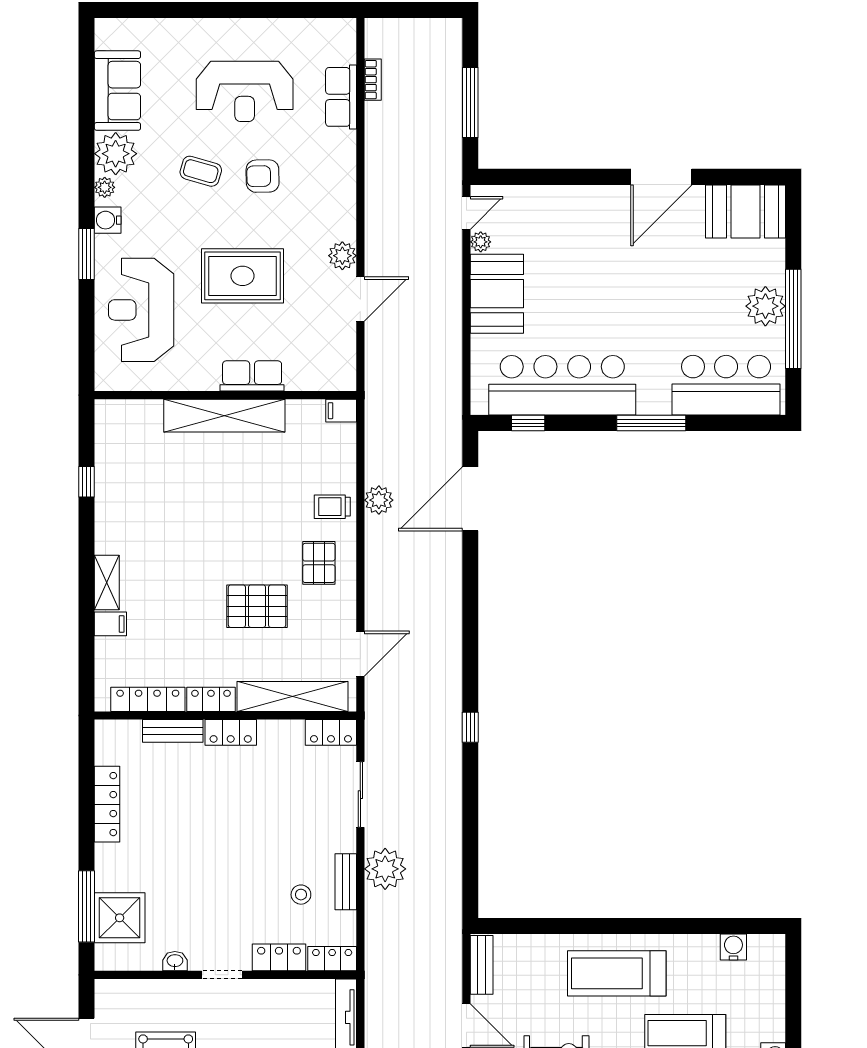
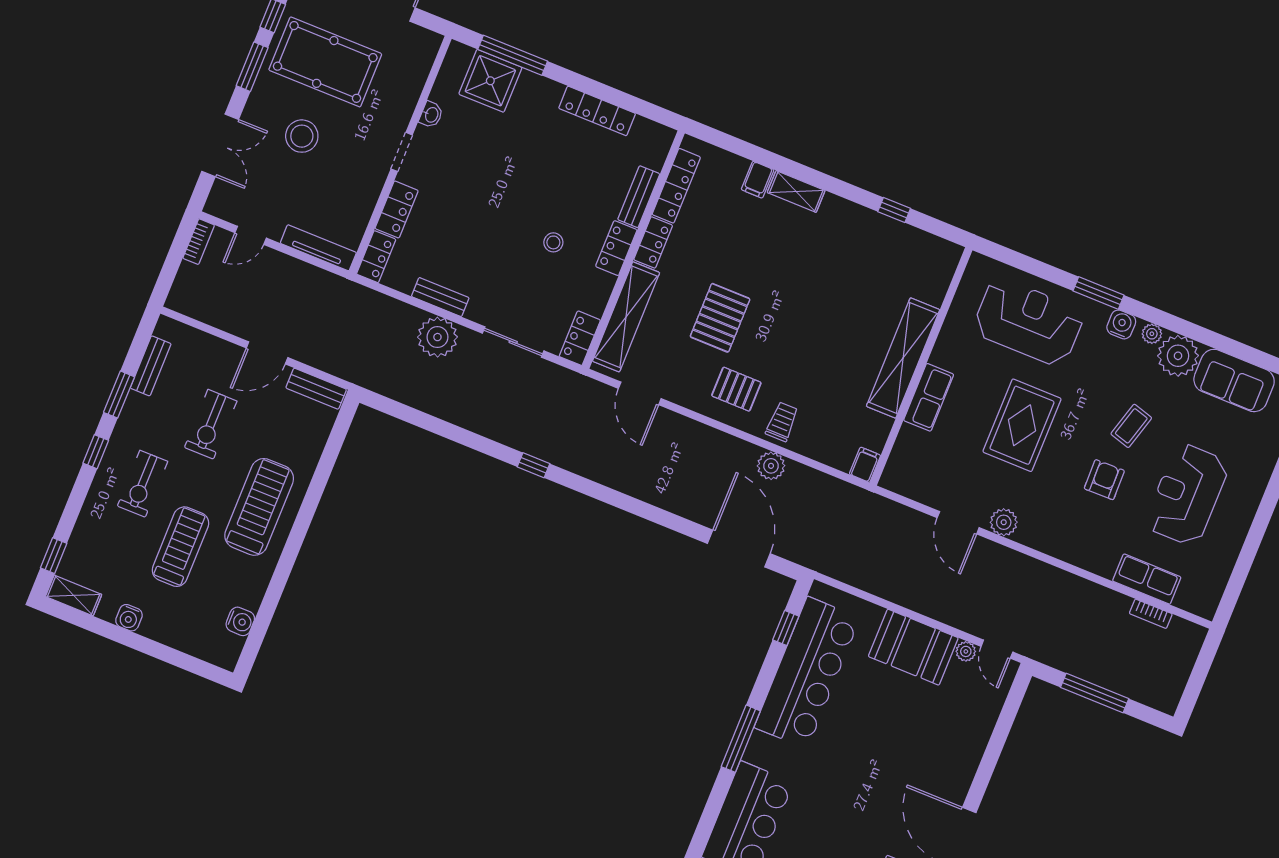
stool: (301, 895) -> (553, 242), moved

